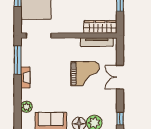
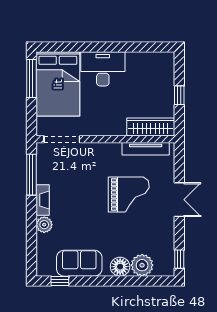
double door: (120, 77) -> (179, 200), swing flipped
plant: (26, 107) -> (44, 225), moved

